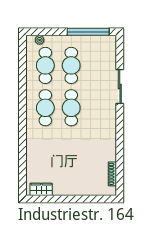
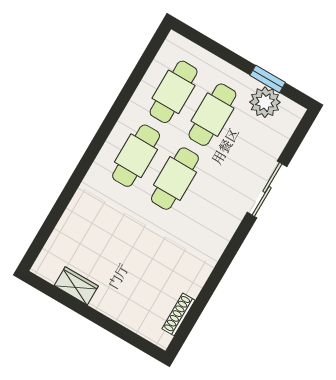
window: (88, 32) -> (268, 79), width x0.47
plant: (40, 40) -> (265, 102), moved, width x1.87, depth x1.87
wardrobe: (41, 189) -> (76, 286), moved

